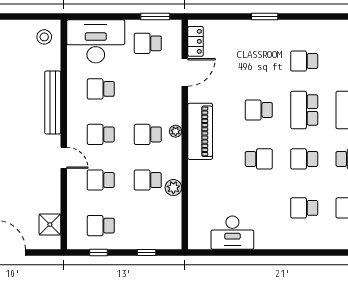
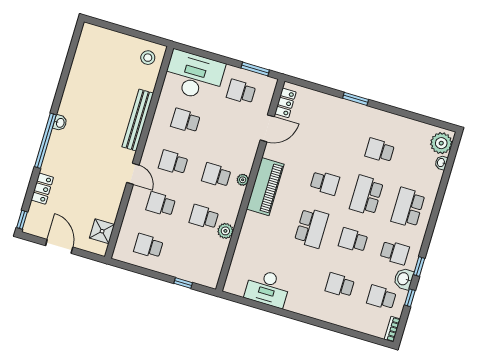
school desk: (259, 110) -> (325, 183), turned 180
school desk: (259, 159) -> (311, 228), width x1.85
window: (98, 252) -> (139, 270), removed

